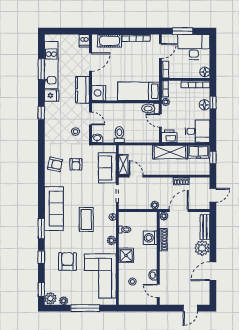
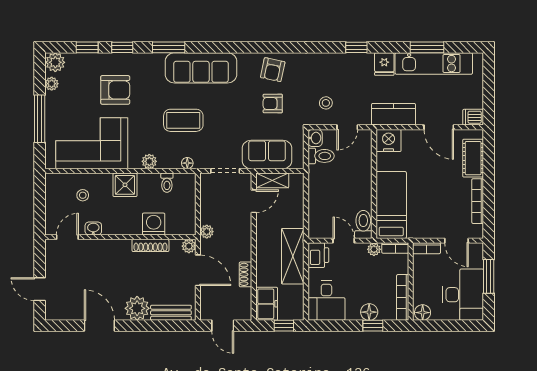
door: (160, 121) -> (344, 241), hinge flipped
toilet: (119, 135) -> (321, 156), moved
freezer: (198, 152) -> (267, 304), moved, turned 180
window: (41, 289) -> (87, 47), moved

